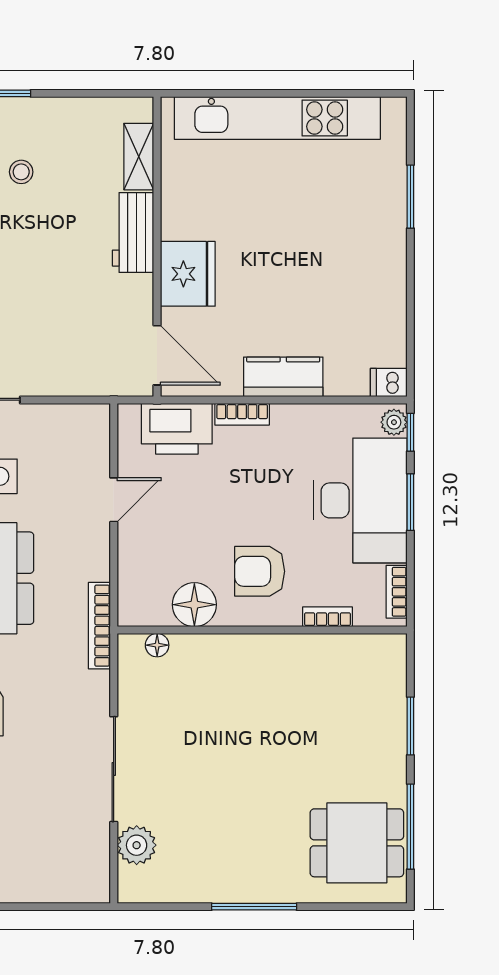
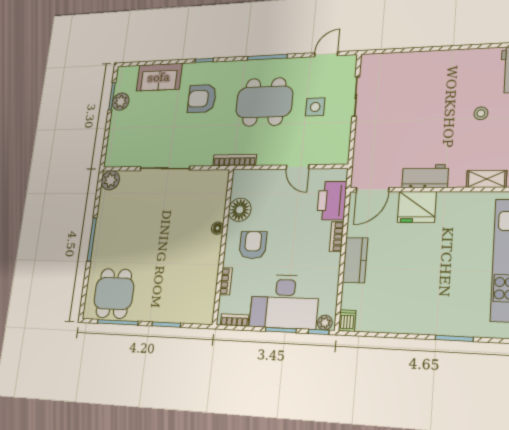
workbench: (133, 232) -> (425, 176), moved
floor lamp: (157, 645) -> (217, 228), moved
plant: (137, 845) -> (110, 180), moved

